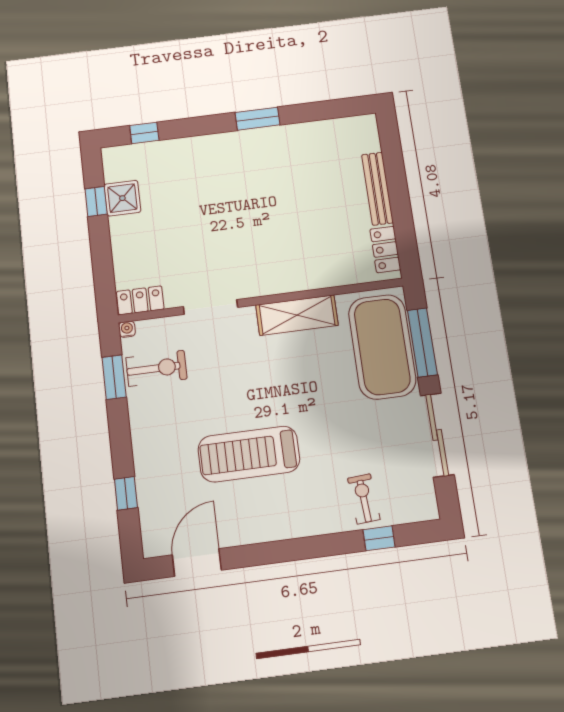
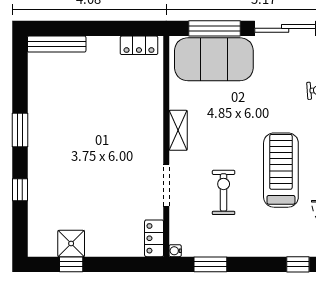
window: (144, 133) -> (20, 190), moved
bench: (377, 189) -> (57, 44), moved
shelving: (297, 315) -> (178, 130), width x0.67, depth x0.75
exercise bike: (156, 368) -> (224, 192), moved
treadmill: (249, 454) -> (281, 170), turned 180

